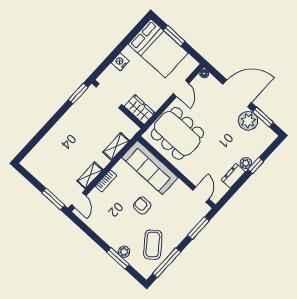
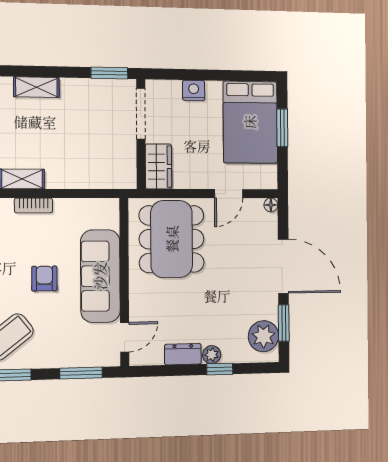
plant: (248, 121) -> (264, 336), moved
shelving: (116, 146) -> (36, 87), moved
sofa: (150, 167) -> (100, 276), moved

